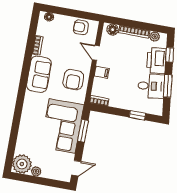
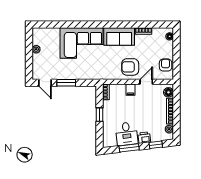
printer: (156, 60) -> (144, 138), width x0.53, depth x0.68
armchair: (73, 80) -> (130, 67), moved
window: (137, 115) -> (100, 115), moved
corner sofa: (62, 126) -> (82, 43), moved, turned 180
window: (83, 131) -> (66, 83), moved
plant: (22, 164) -> (40, 36), removed

